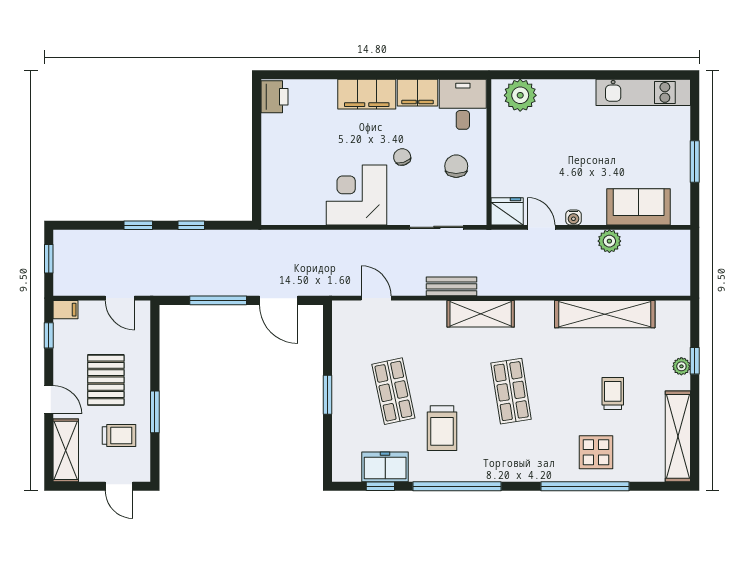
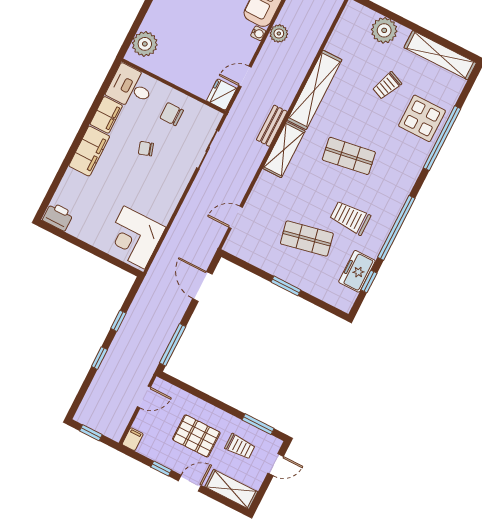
corner desk: (356, 195) -> (134, 237), moved
water cooler: (573, 218) -> (258, 33), moved
bench: (451, 286) -> (272, 126), moved
window: (218, 300) -> (173, 345), moved
door: (279, 300) -> (202, 286), swing flipped
shelving: (605, 314) -> (315, 90), moved
window: (49, 335) -> (161, 469), moved
window: (695, 361) -> (393, 16), removed
plant: (681, 366) -> (384, 30), width x1.88, depth x1.88
trolley: (613, 394) -> (387, 86), turned -67
window: (155, 412) -> (258, 424), moved
trolley: (442, 428) -> (350, 218), turned 180
trolley: (119, 435) -> (240, 447), turned 90
display table: (596, 452) -> (422, 118), width x1.36, depth x1.36

